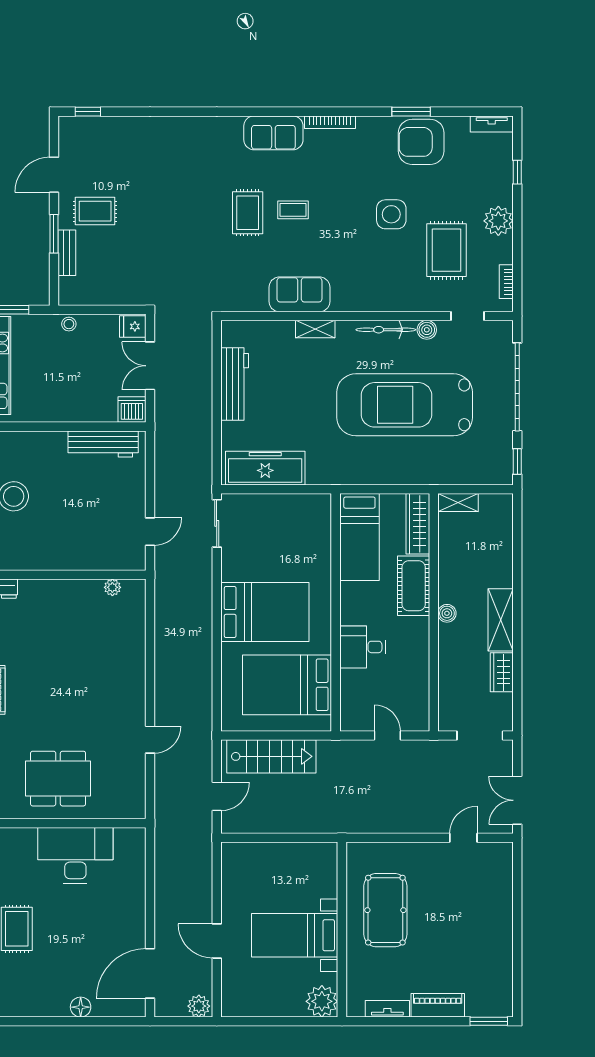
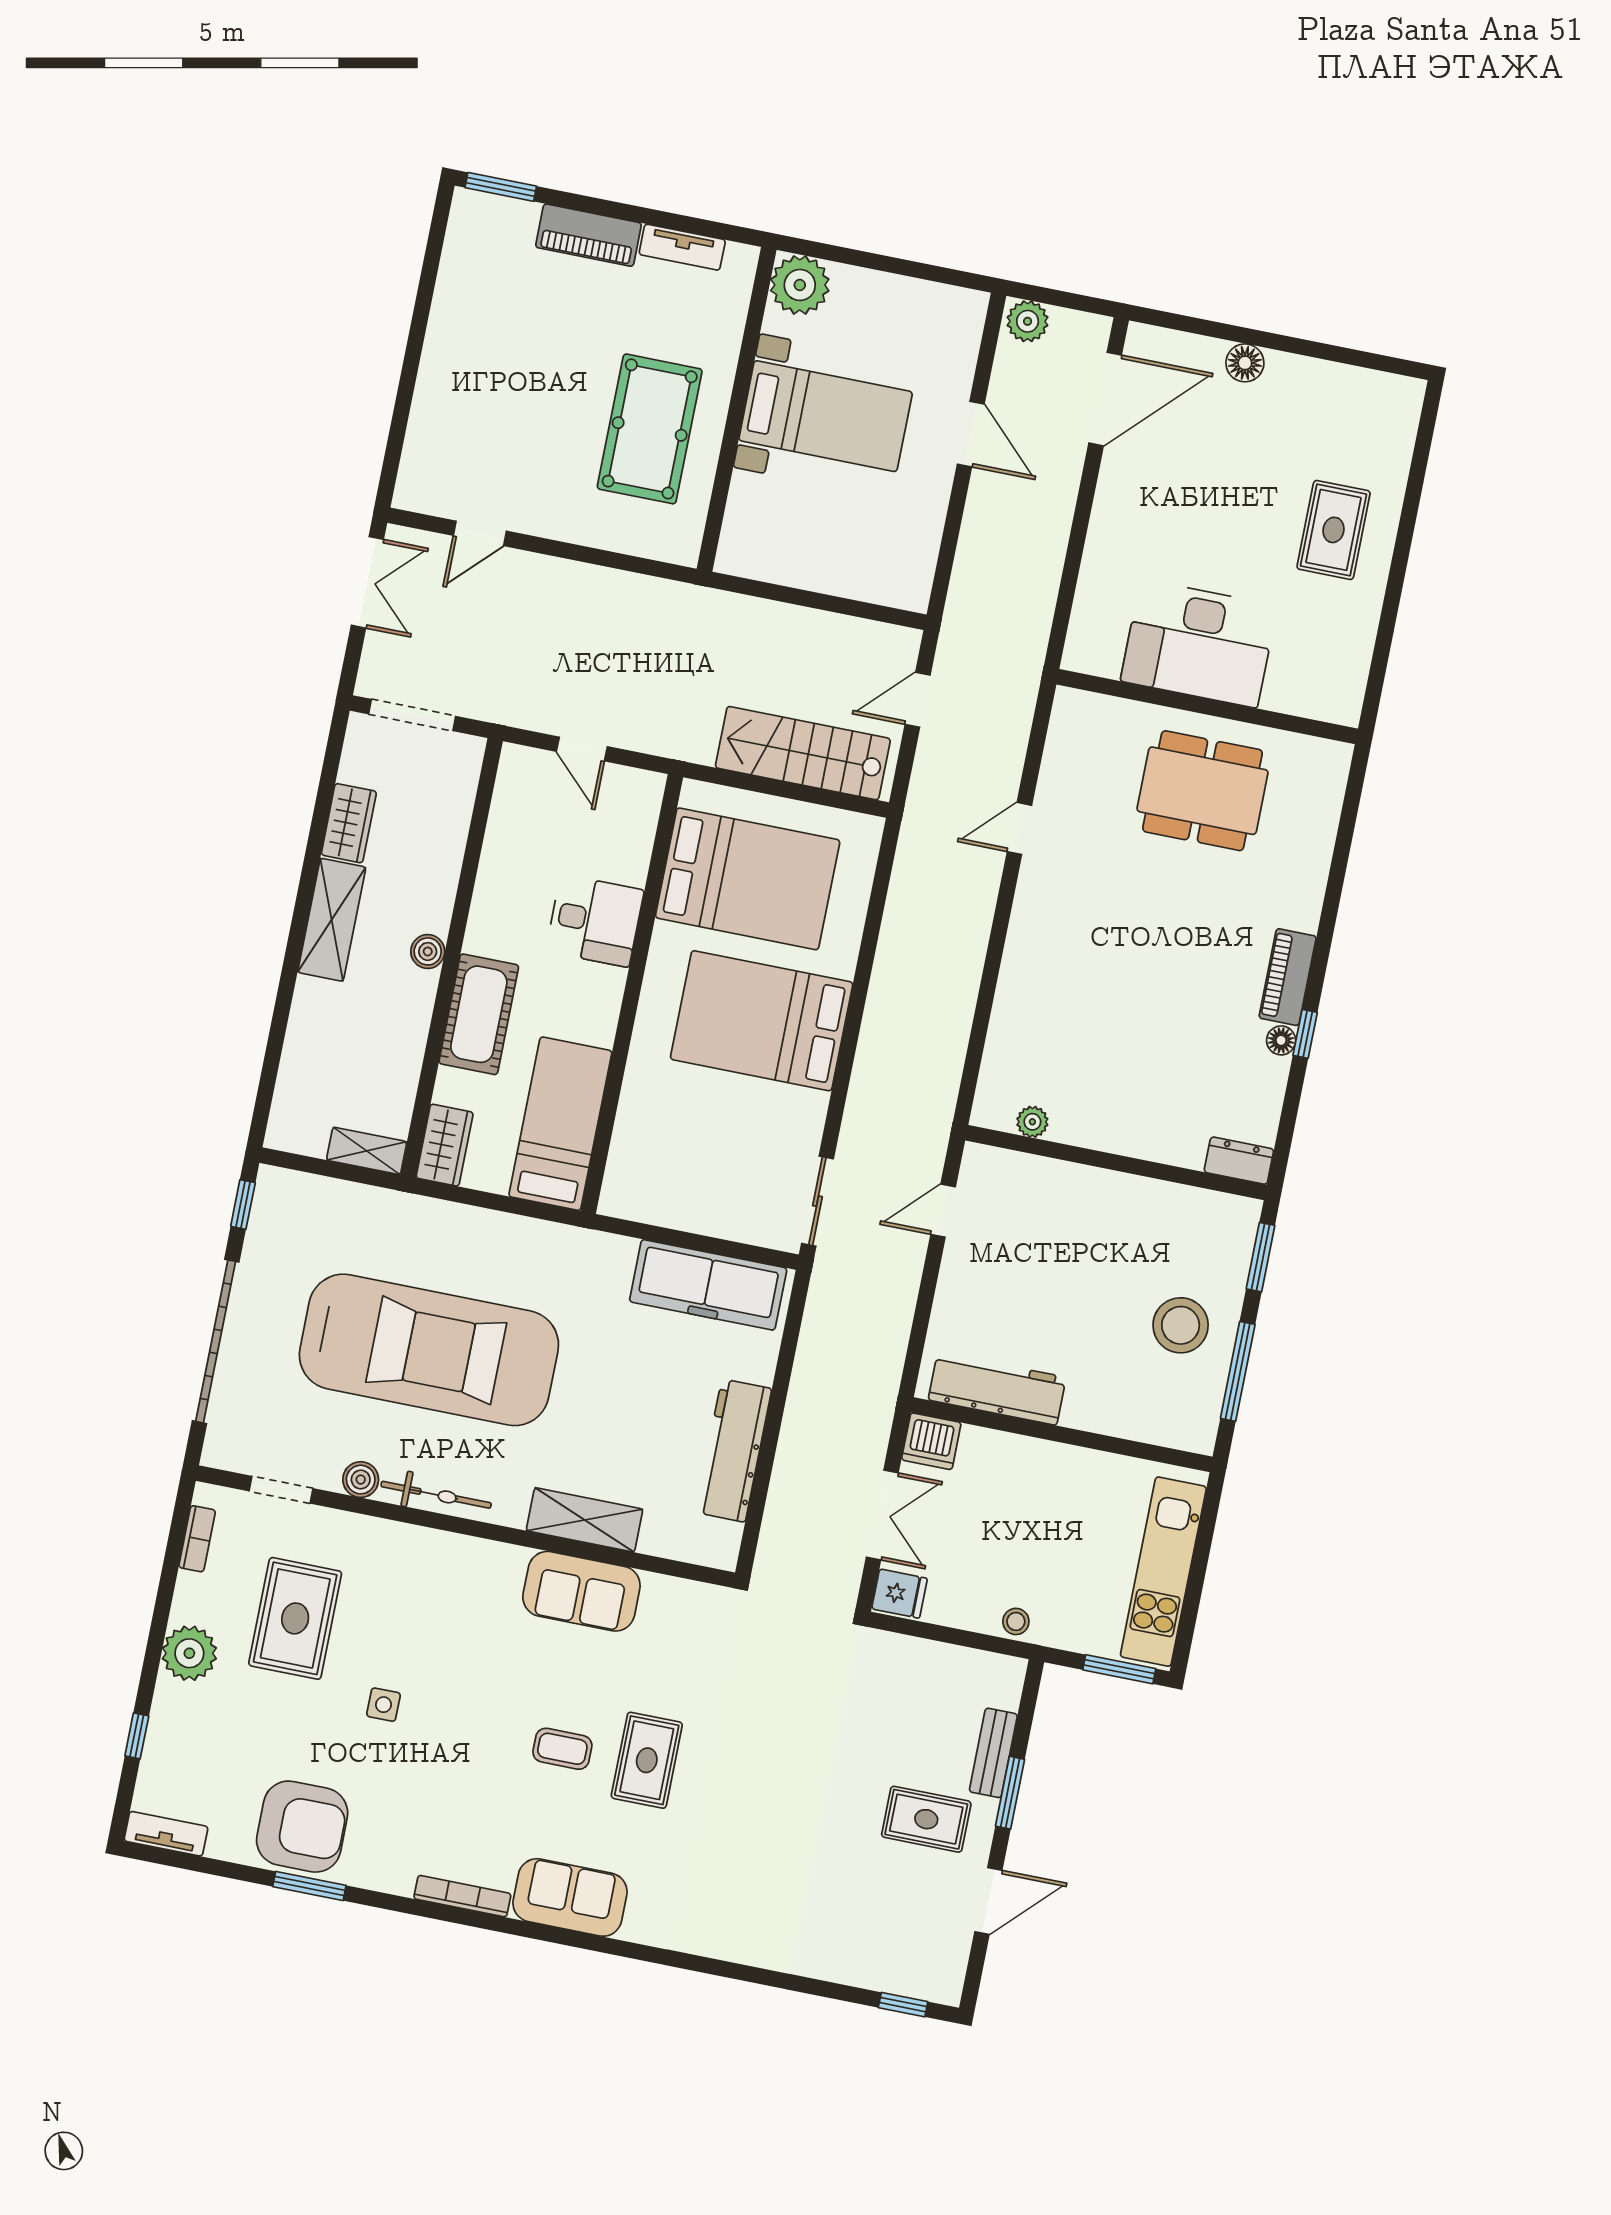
side table: (391, 214) -> (384, 1705), width x0.54, depth x0.54
shelving: (315, 329) -> (585, 1520), width x1.50, depth x1.33
wardrobe: (418, 524) -> (445, 1145), width x0.67

